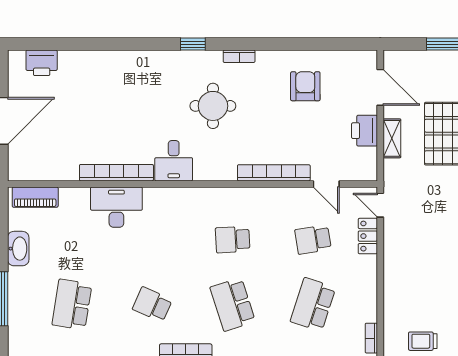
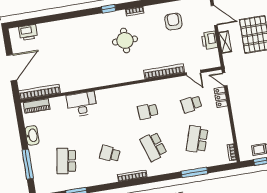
desk: (174, 161) -> (109, 74), removed
bookcase: (116, 173) -> (40, 92), moved

